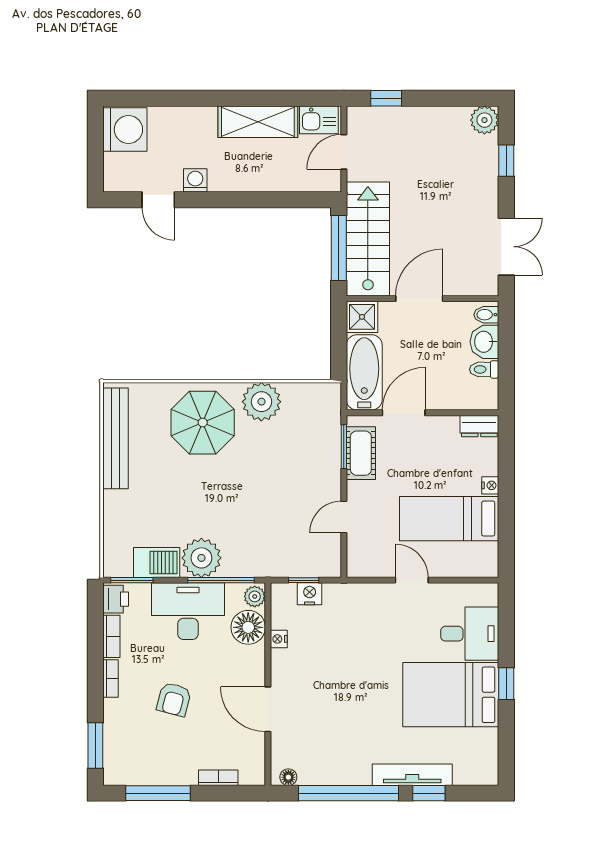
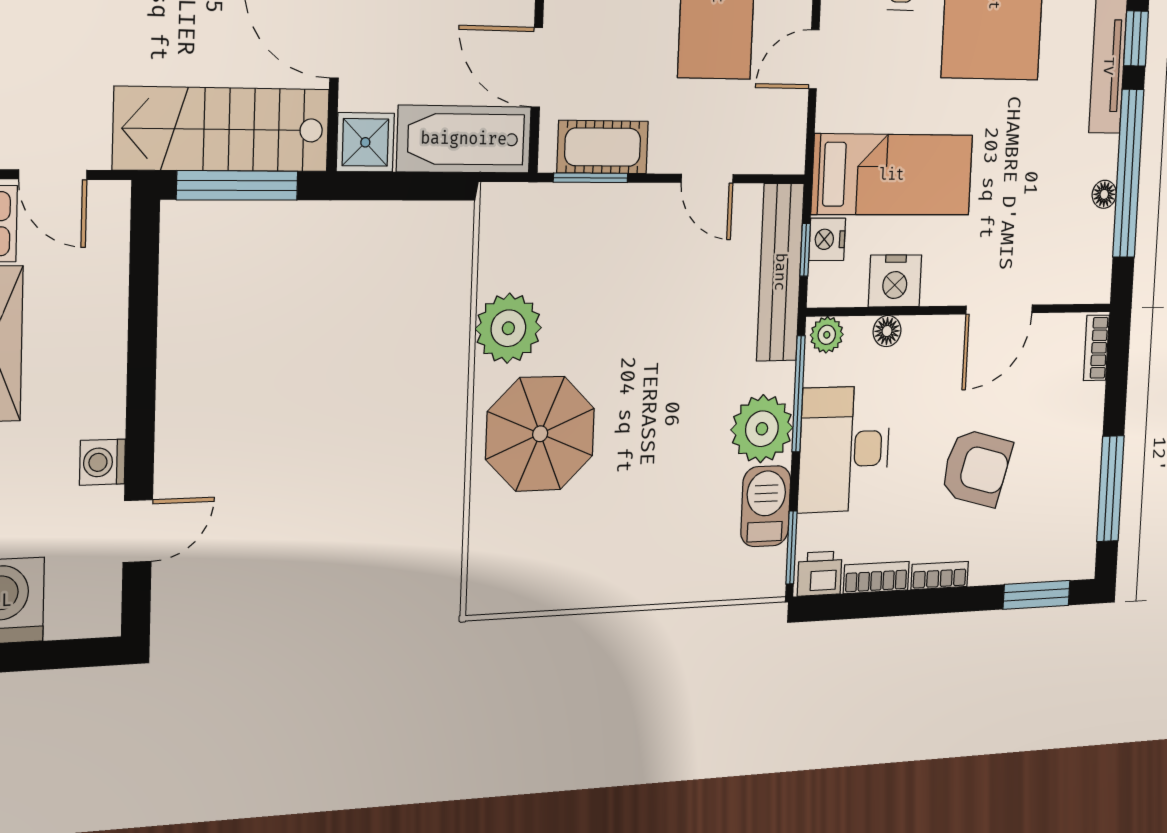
bench: (116, 438) -> (780, 272), moved, turned 90
floor lamp: (248, 627) -> (887, 331), width x0.53, depth x0.53
bed: (347, 634) -> (892, 175), added
nightstand: (279, 639) -> (895, 281), width x1.89, depth x1.79
armchair: (174, 699) -> (976, 468), width x1.38, depth x1.38
floor lamp: (288, 777) -> (1104, 194), moved
bookcase: (218, 778) -> (1096, 348), moved

